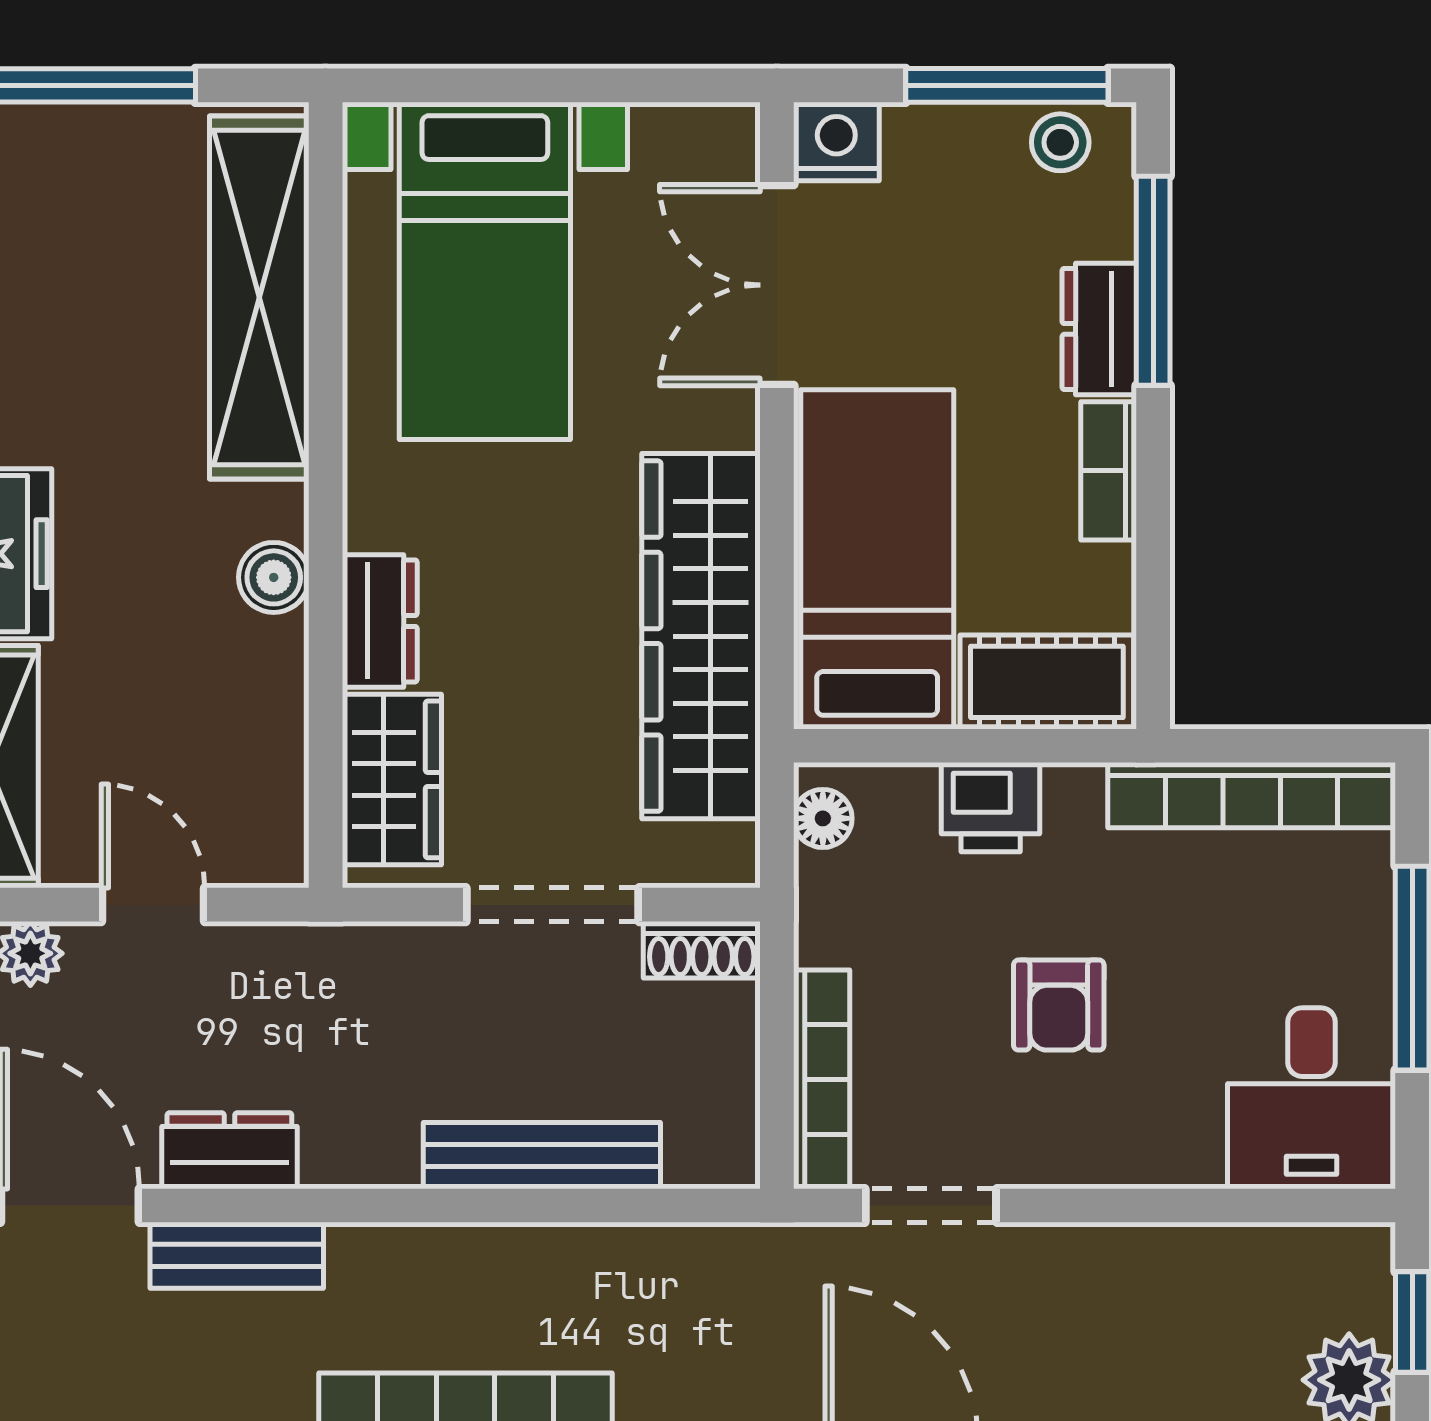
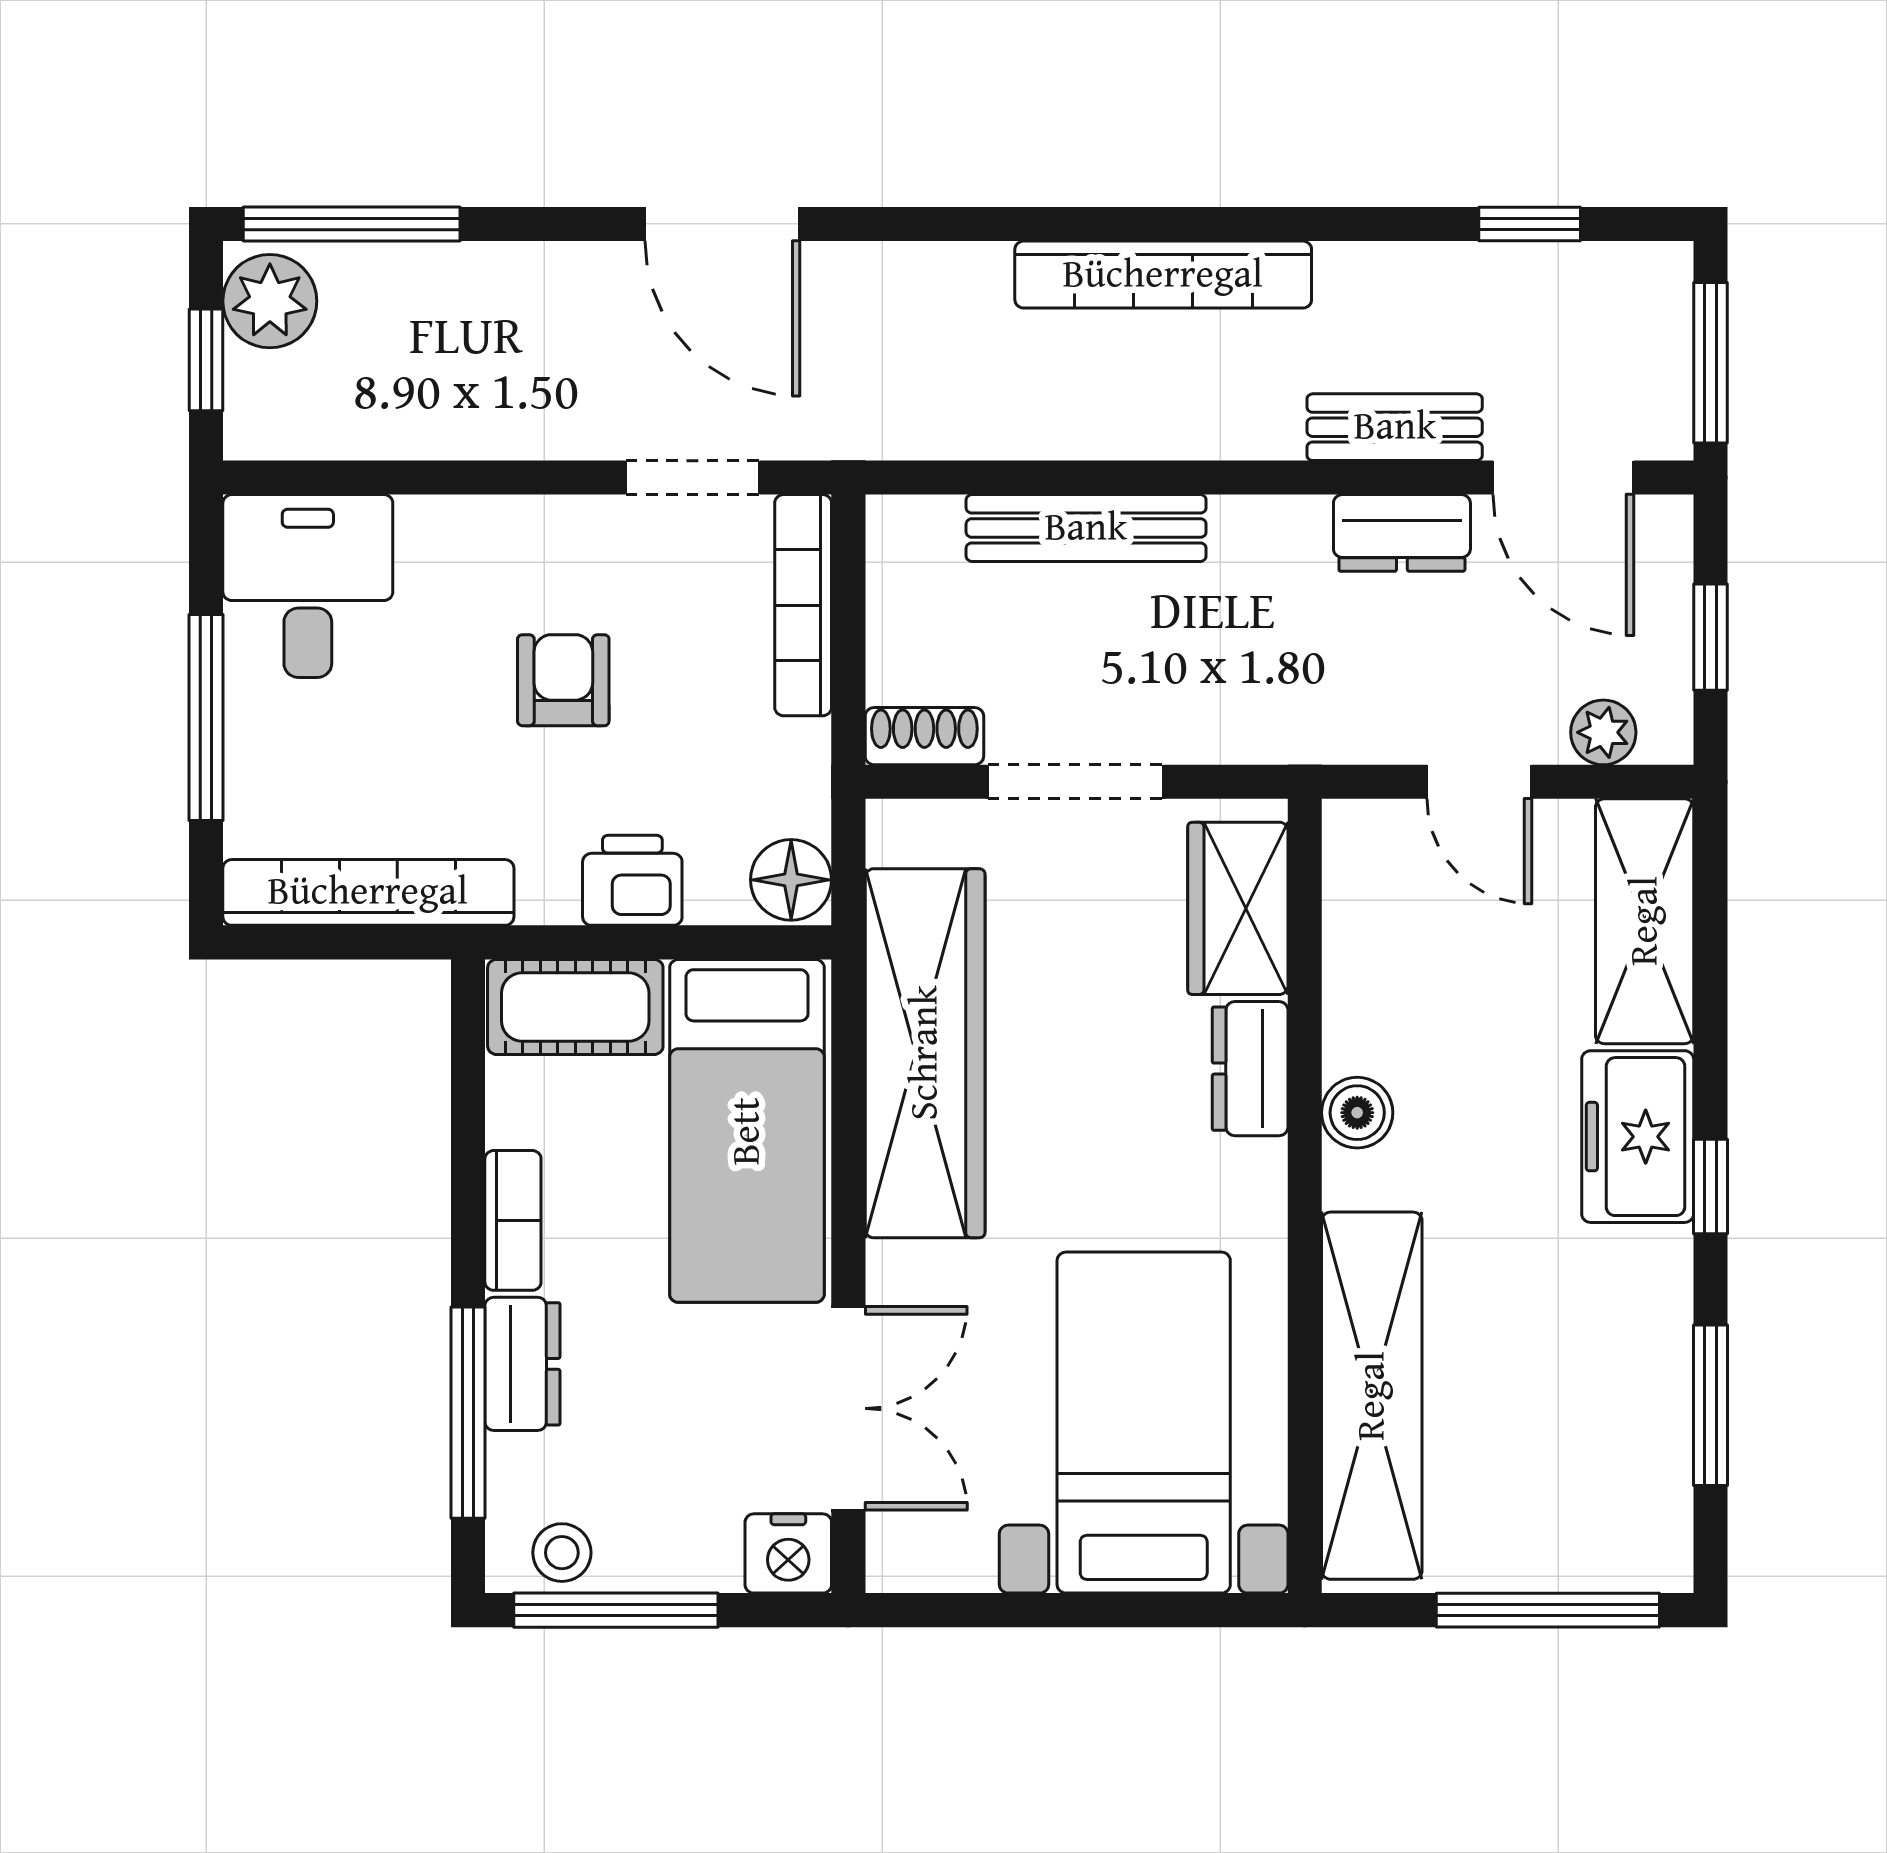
floor lamp: (823, 818) -> (791, 880), width x1.37, depth x1.37

